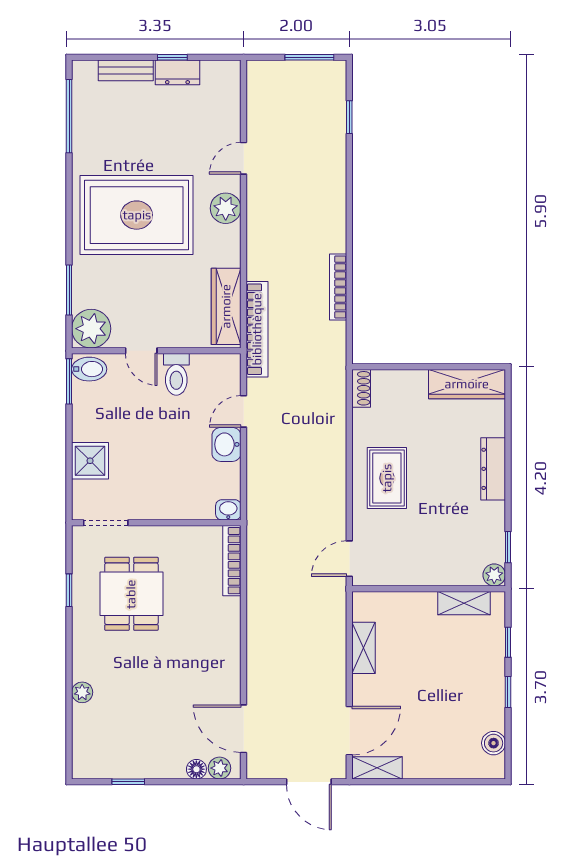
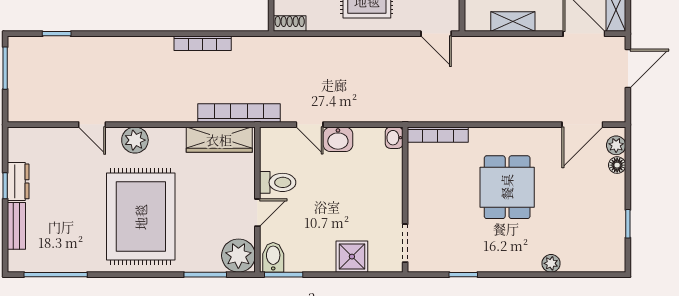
dining table: (131, 594) -> (507, 187), moved, turned 90

